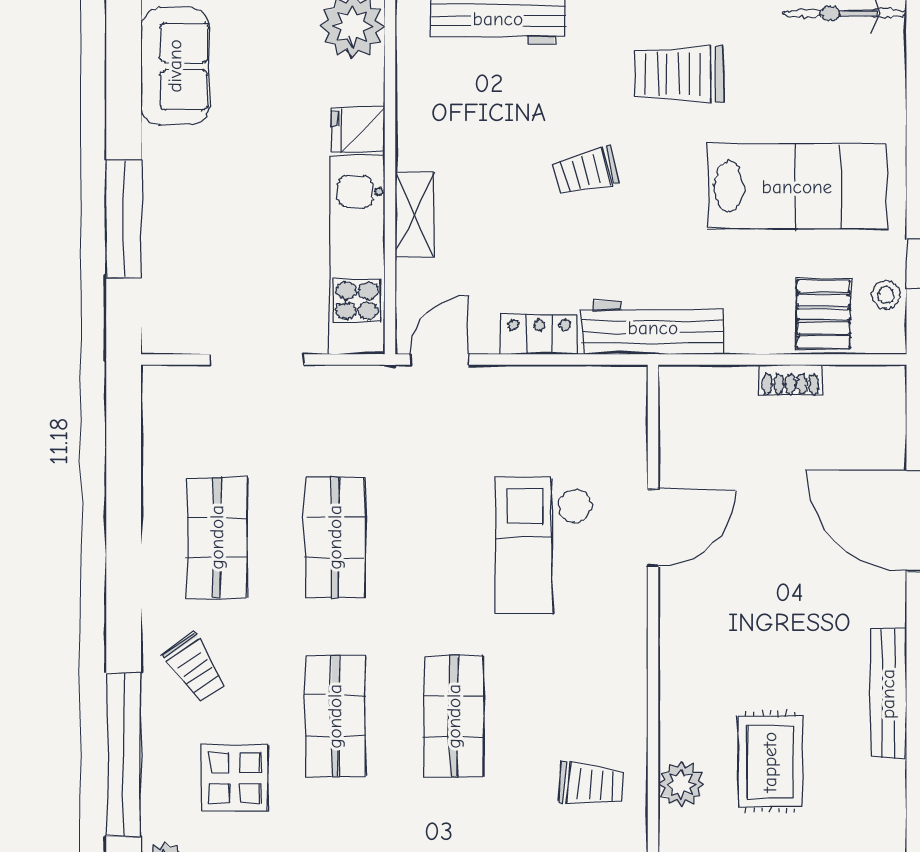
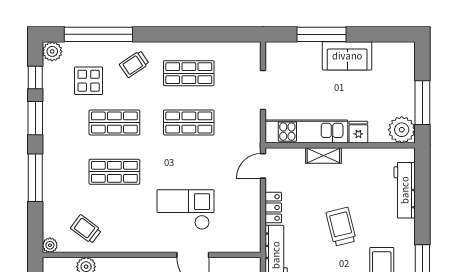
sofa: (175, 66) -> (347, 56), moved
trolley: (585, 172) -> (341, 227), width x1.36, depth x1.39
door: (439, 360) -> (263, 166), swing flipped
trolley: (591, 784) -> (86, 229), turned 122

